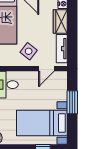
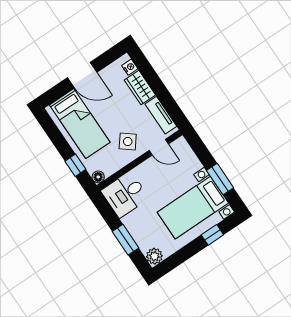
door: (46, 69) -> (159, 147), hinge flipped
window: (72, 102) -> (220, 179), moved

